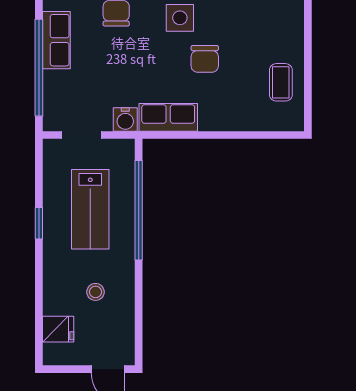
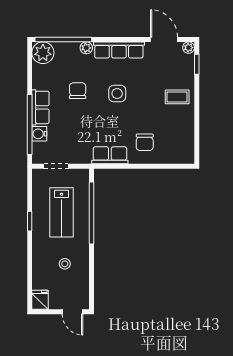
chair: (205, 59) -> (145, 142), moved
coffee table: (281, 82) -> (177, 97), moved, turned 90
water cooler: (125, 119) -> (39, 134), moved, turned 90
fridge: (58, 329) -> (40, 300), moved, turned -90

